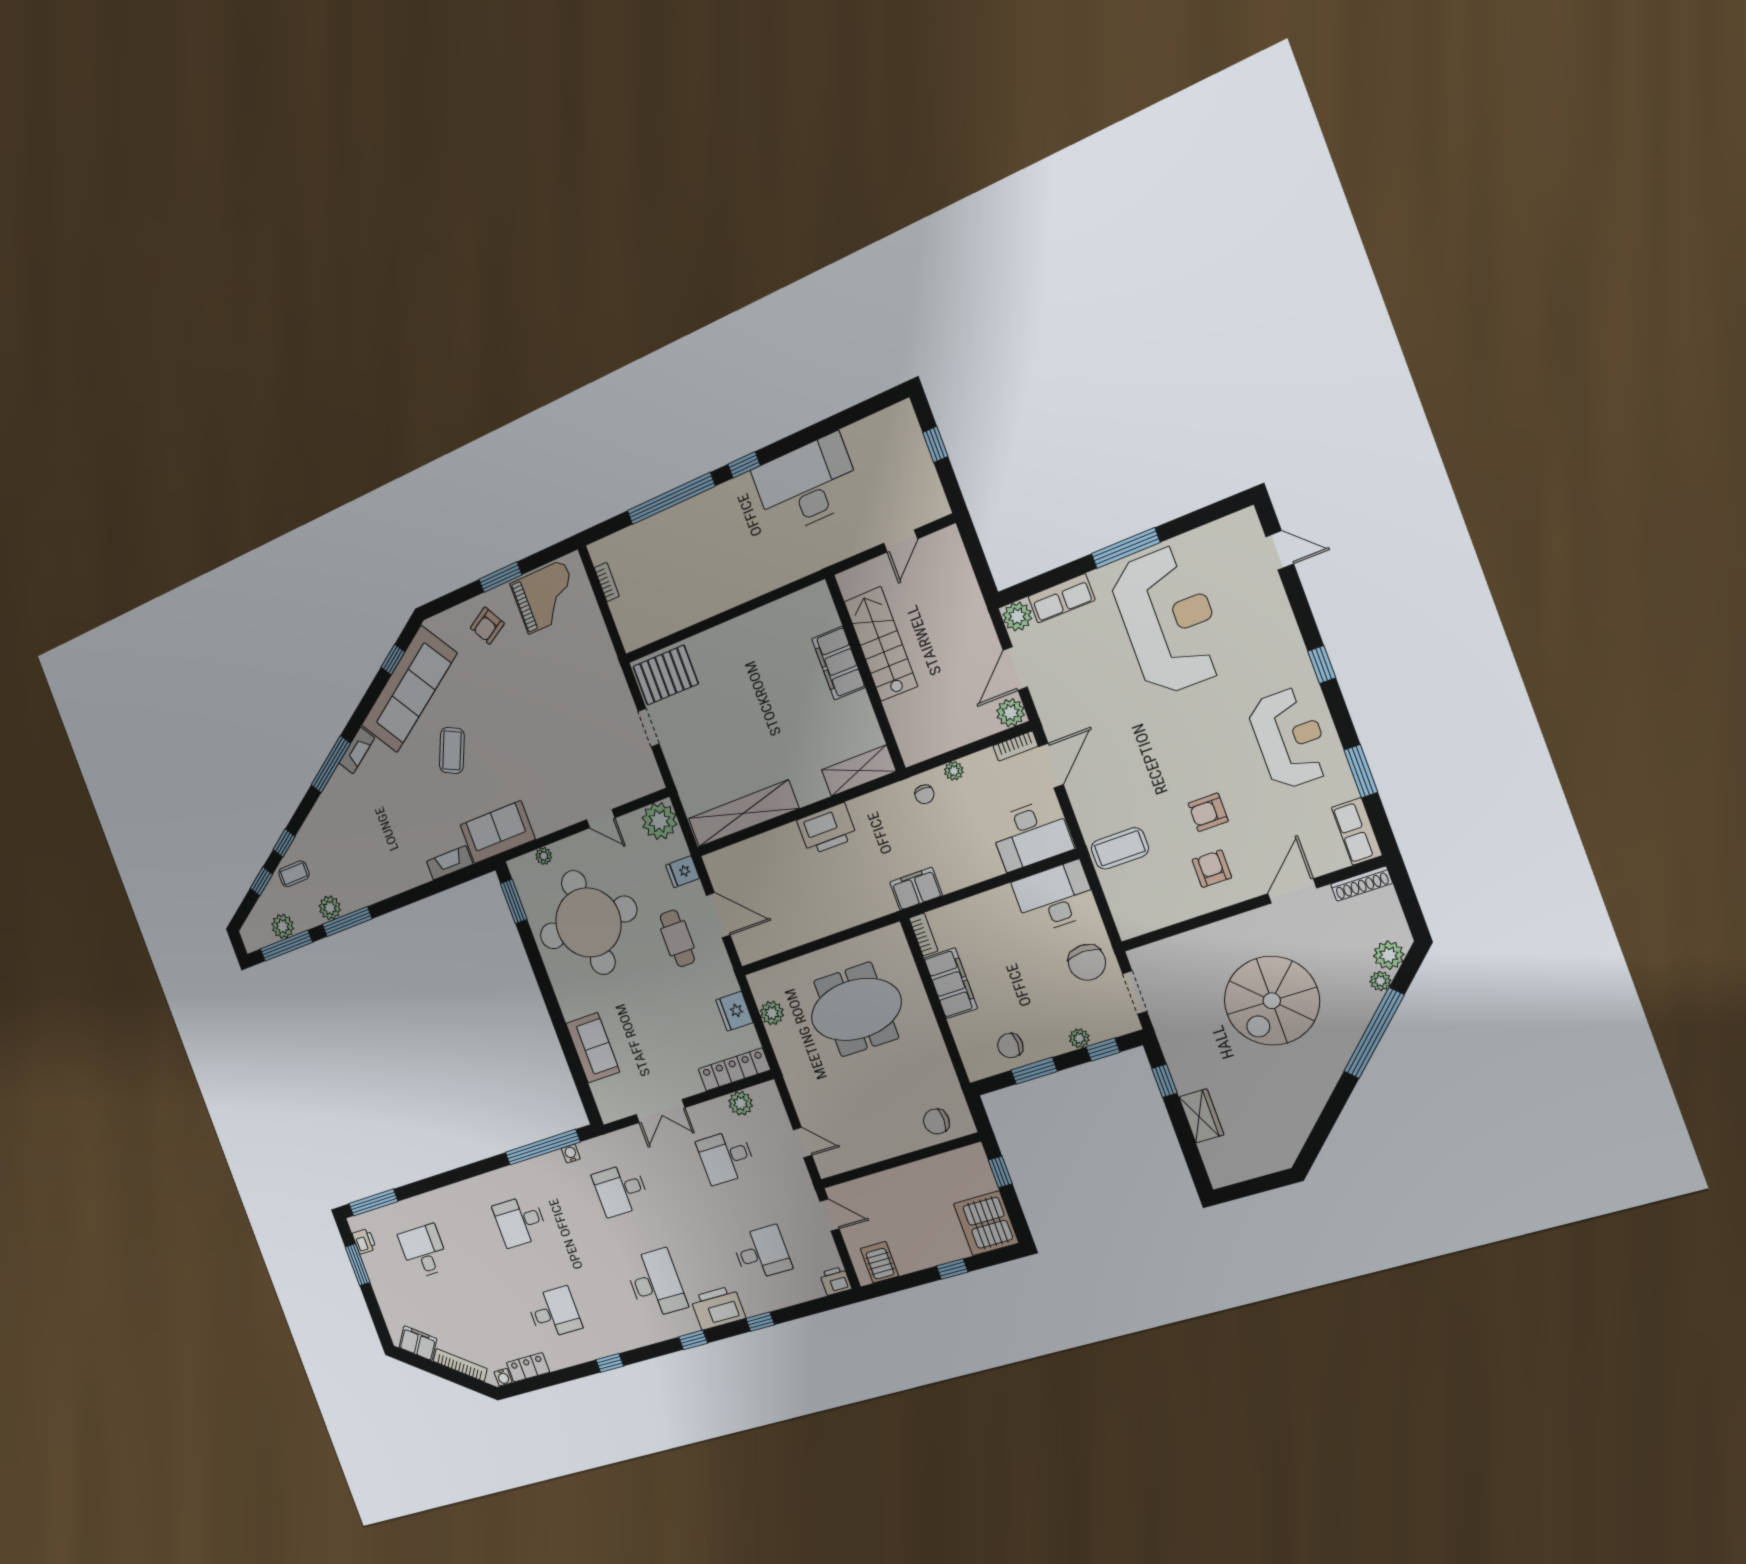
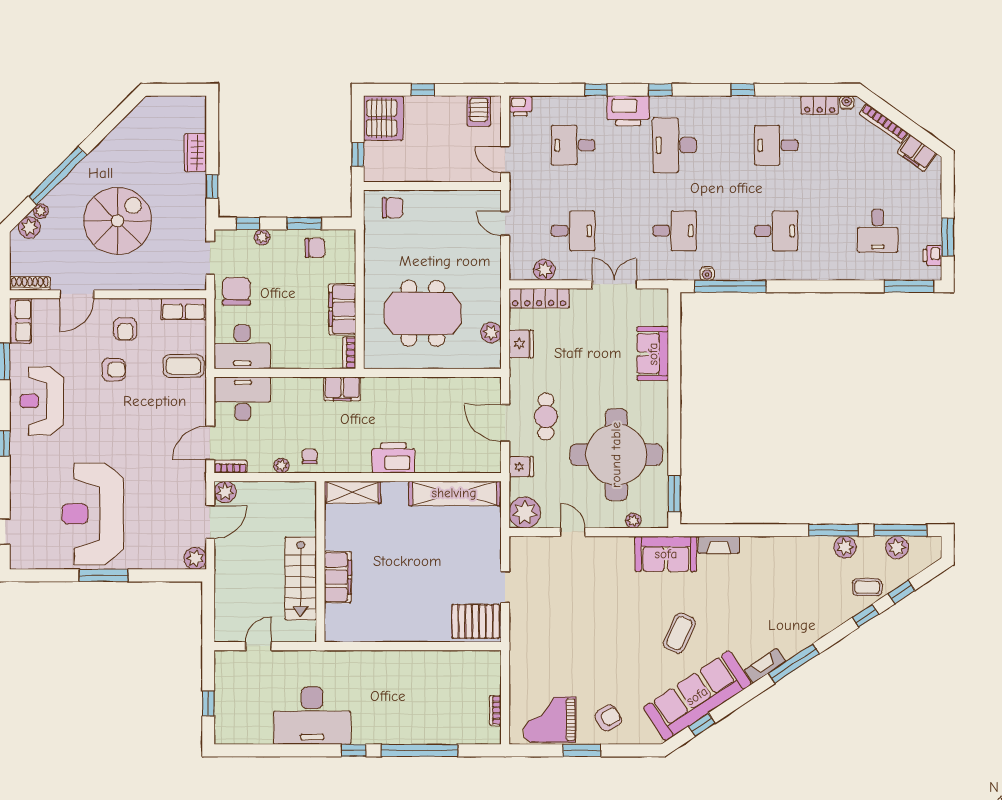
row of seats: (1062, 598) -> (184, 309), moved, turned 180

